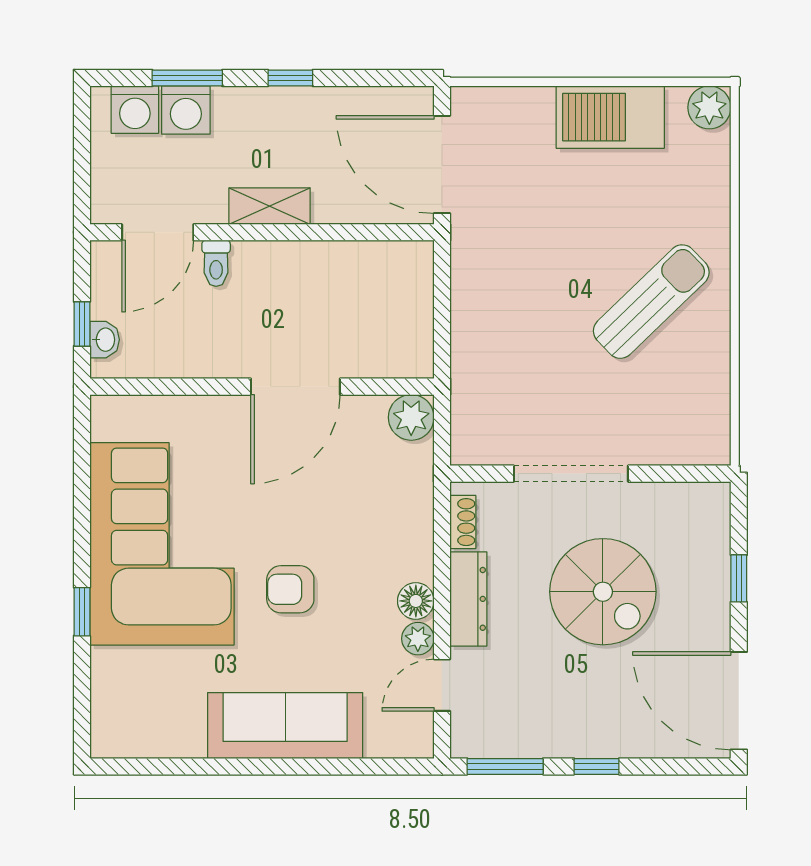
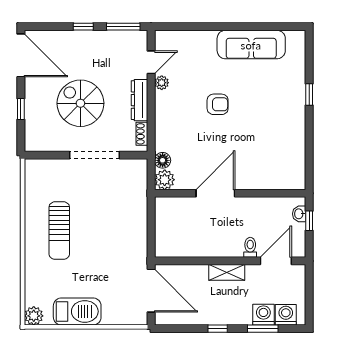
sun lounger: (651, 302) -> (59, 231), turned -46
corner sofa: (162, 544) -> (274, 124), removed
floor lamp: (416, 601) -> (163, 160), moved
sofa: (285, 726) -> (251, 45), moved

